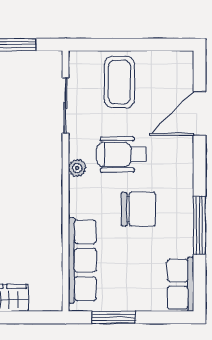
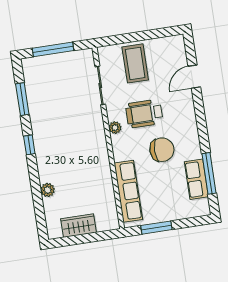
door: (199, 113) -> (194, 77), width x0.73
window: (199, 225) -> (209, 173), moved
row of seats: (180, 284) -> (196, 179), moved

